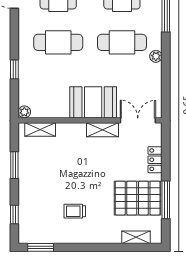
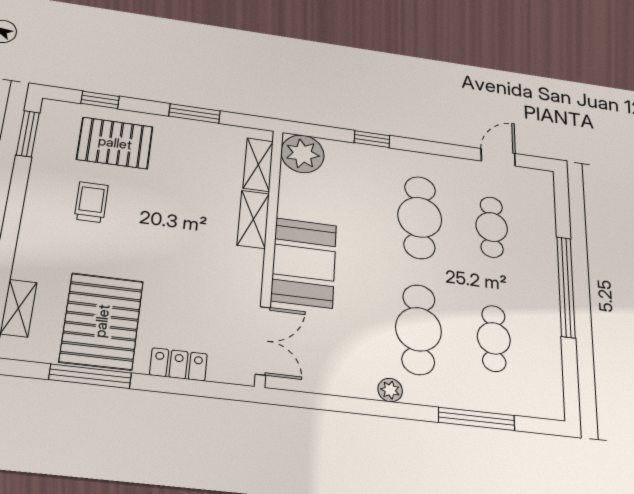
plant: (24, 112) -> (302, 154), width x1.88, depth x1.88
shelving: (103, 130) -> (253, 219), moved
pallet: (39, 204) -> (115, 143), added

